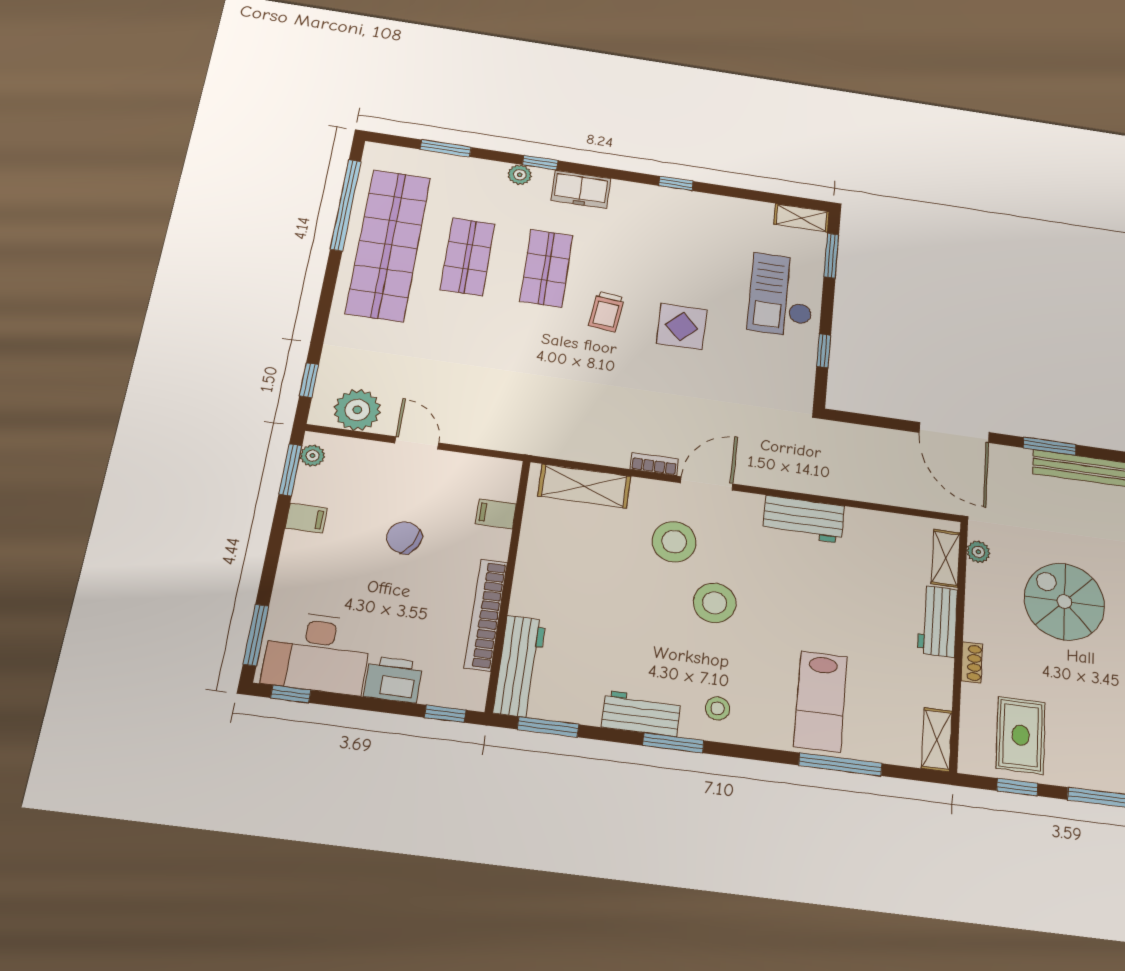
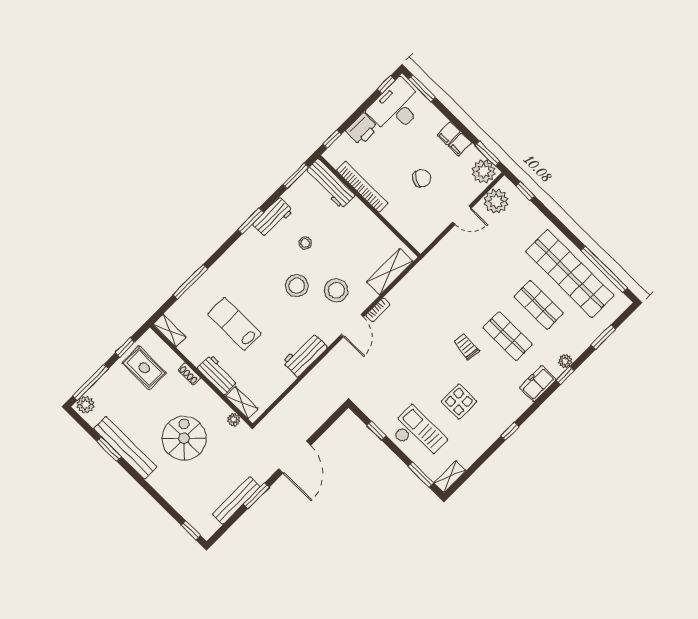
display table: (682, 327) -> (459, 402), moved
door: (954, 432) -> (295, 457), swing flipped
plant: (313, 456) -> (484, 171), width x1.88, depth x1.88
filing cabinet: (496, 514) -> (449, 133), moved, turned 180
spiral stairs: (1064, 602) -> (184, 438), turned -90
lab bench: (821, 701) -> (234, 324), moved
stool: (718, 708) -> (305, 243), moved

